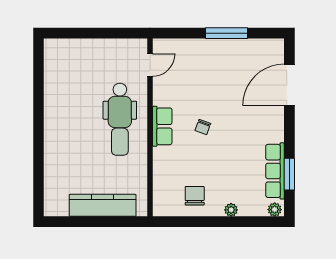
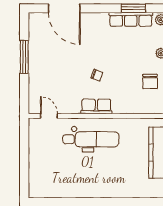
chair: (195, 196) -> (150, 81), turned -90

